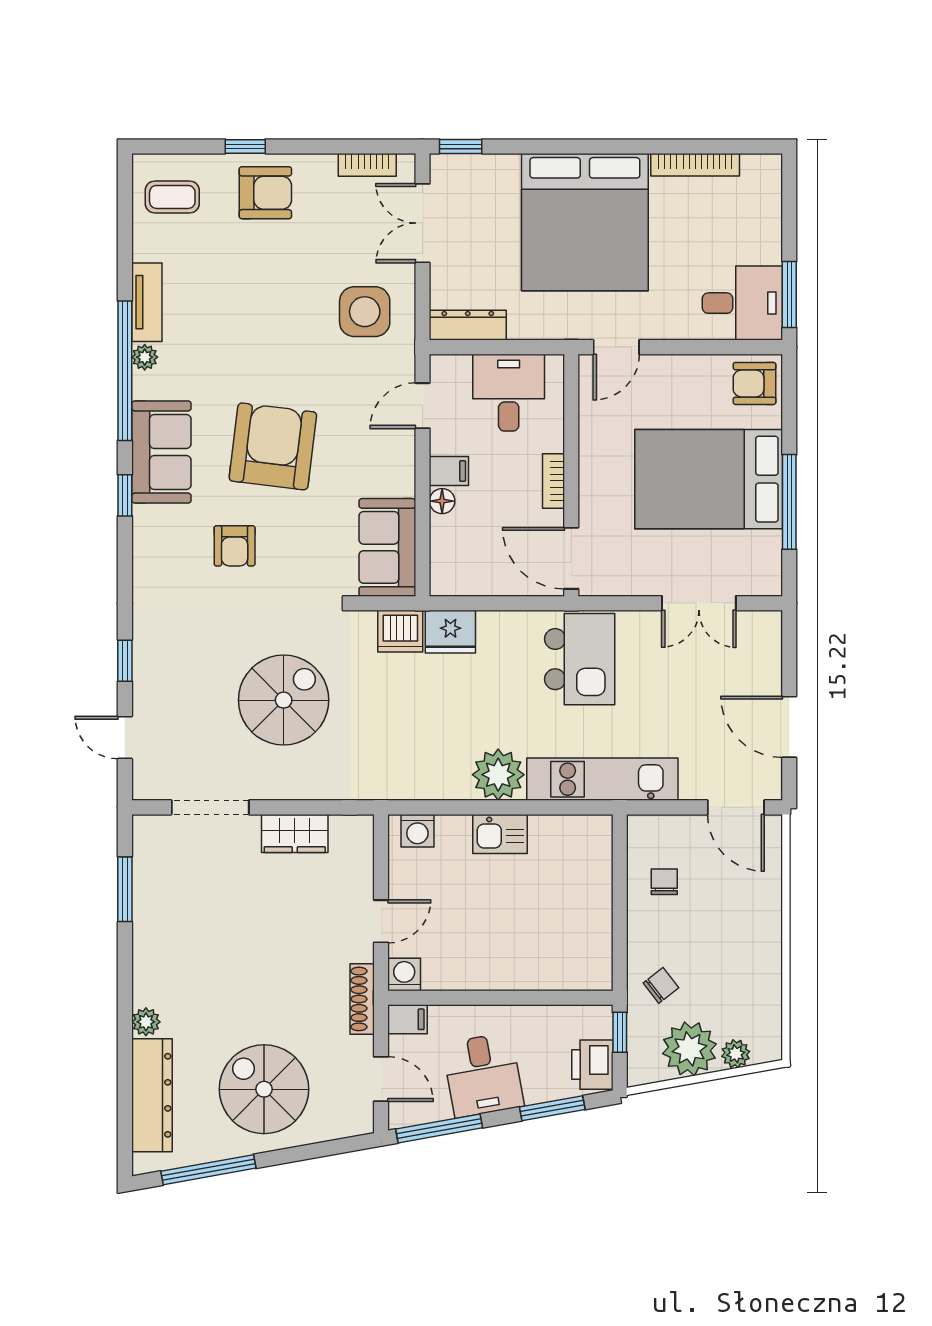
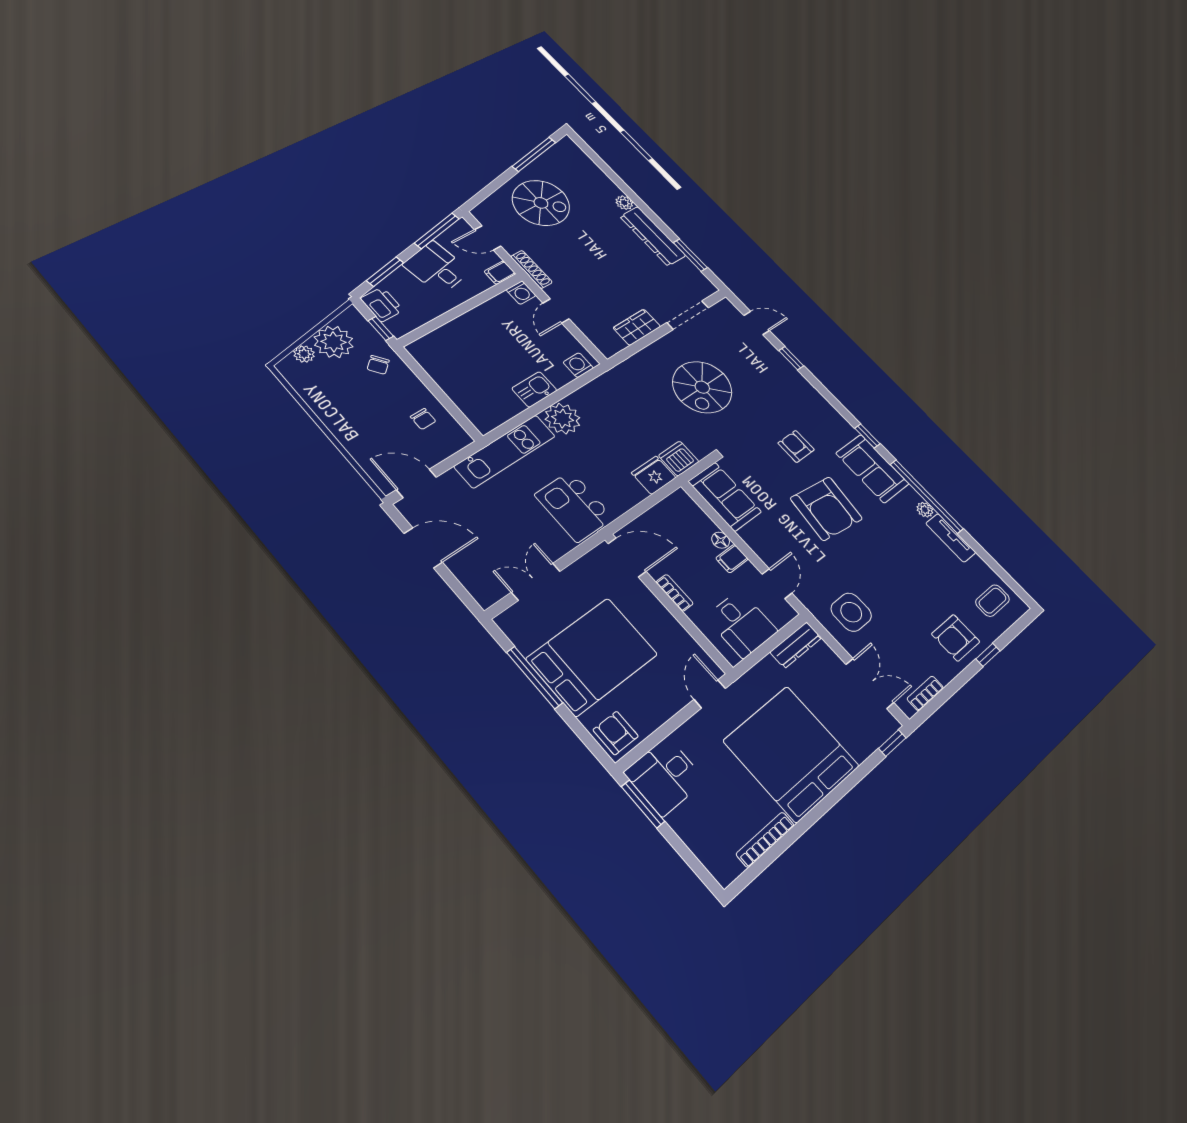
armchair: (754, 383) -> (616, 733), turned -90
dresser: (152, 1095) -> (653, 236), moved

